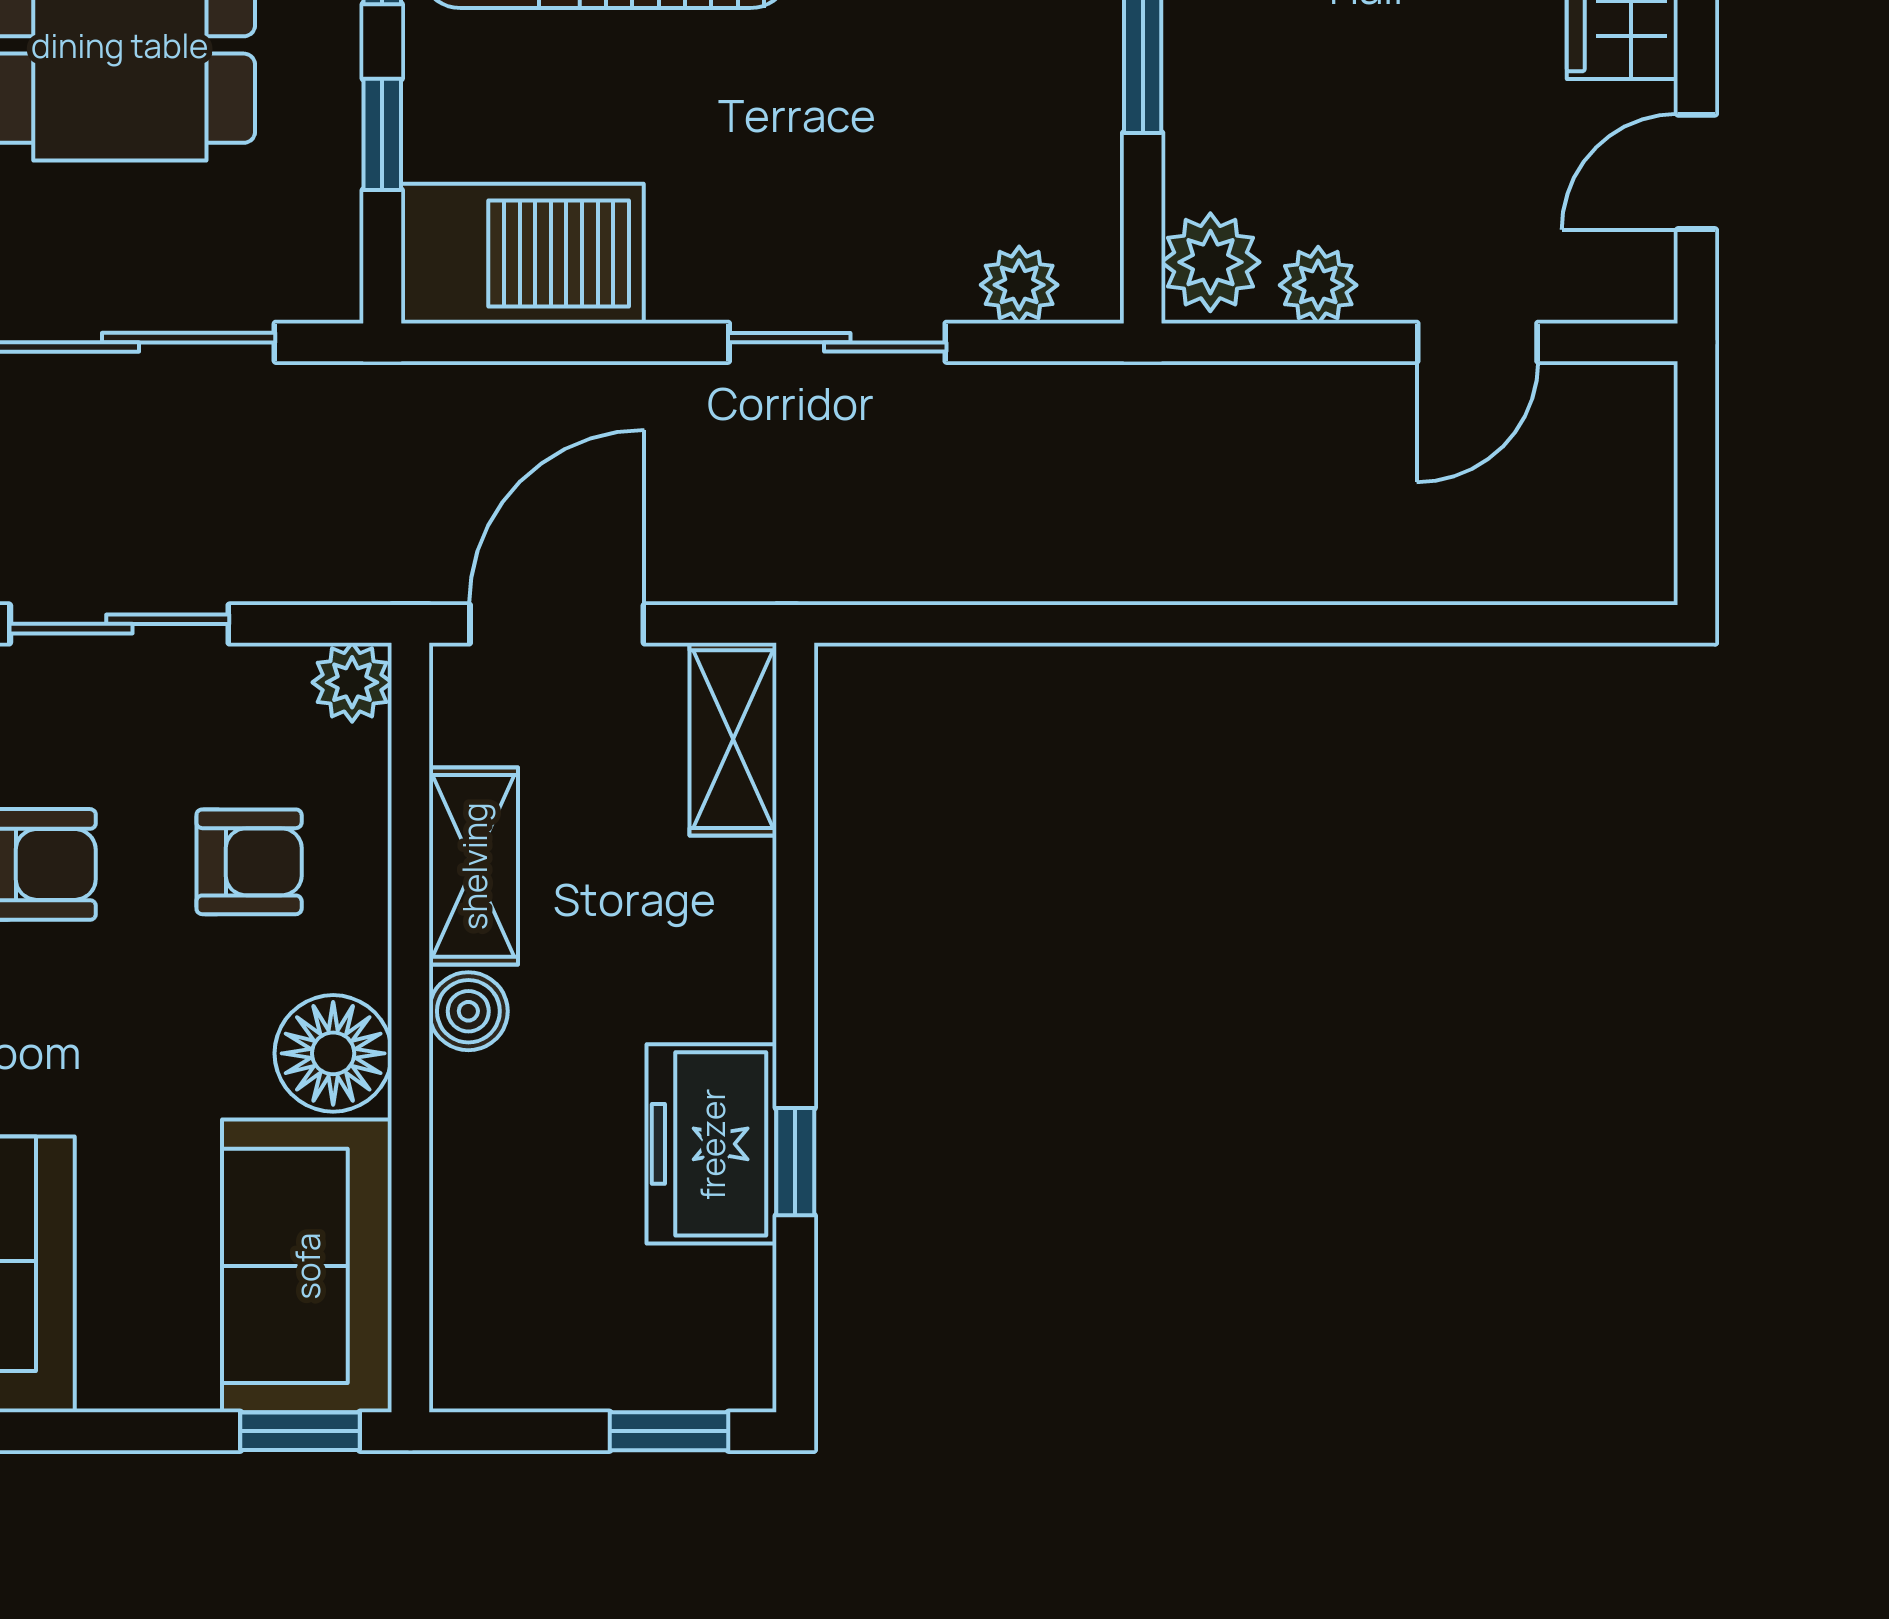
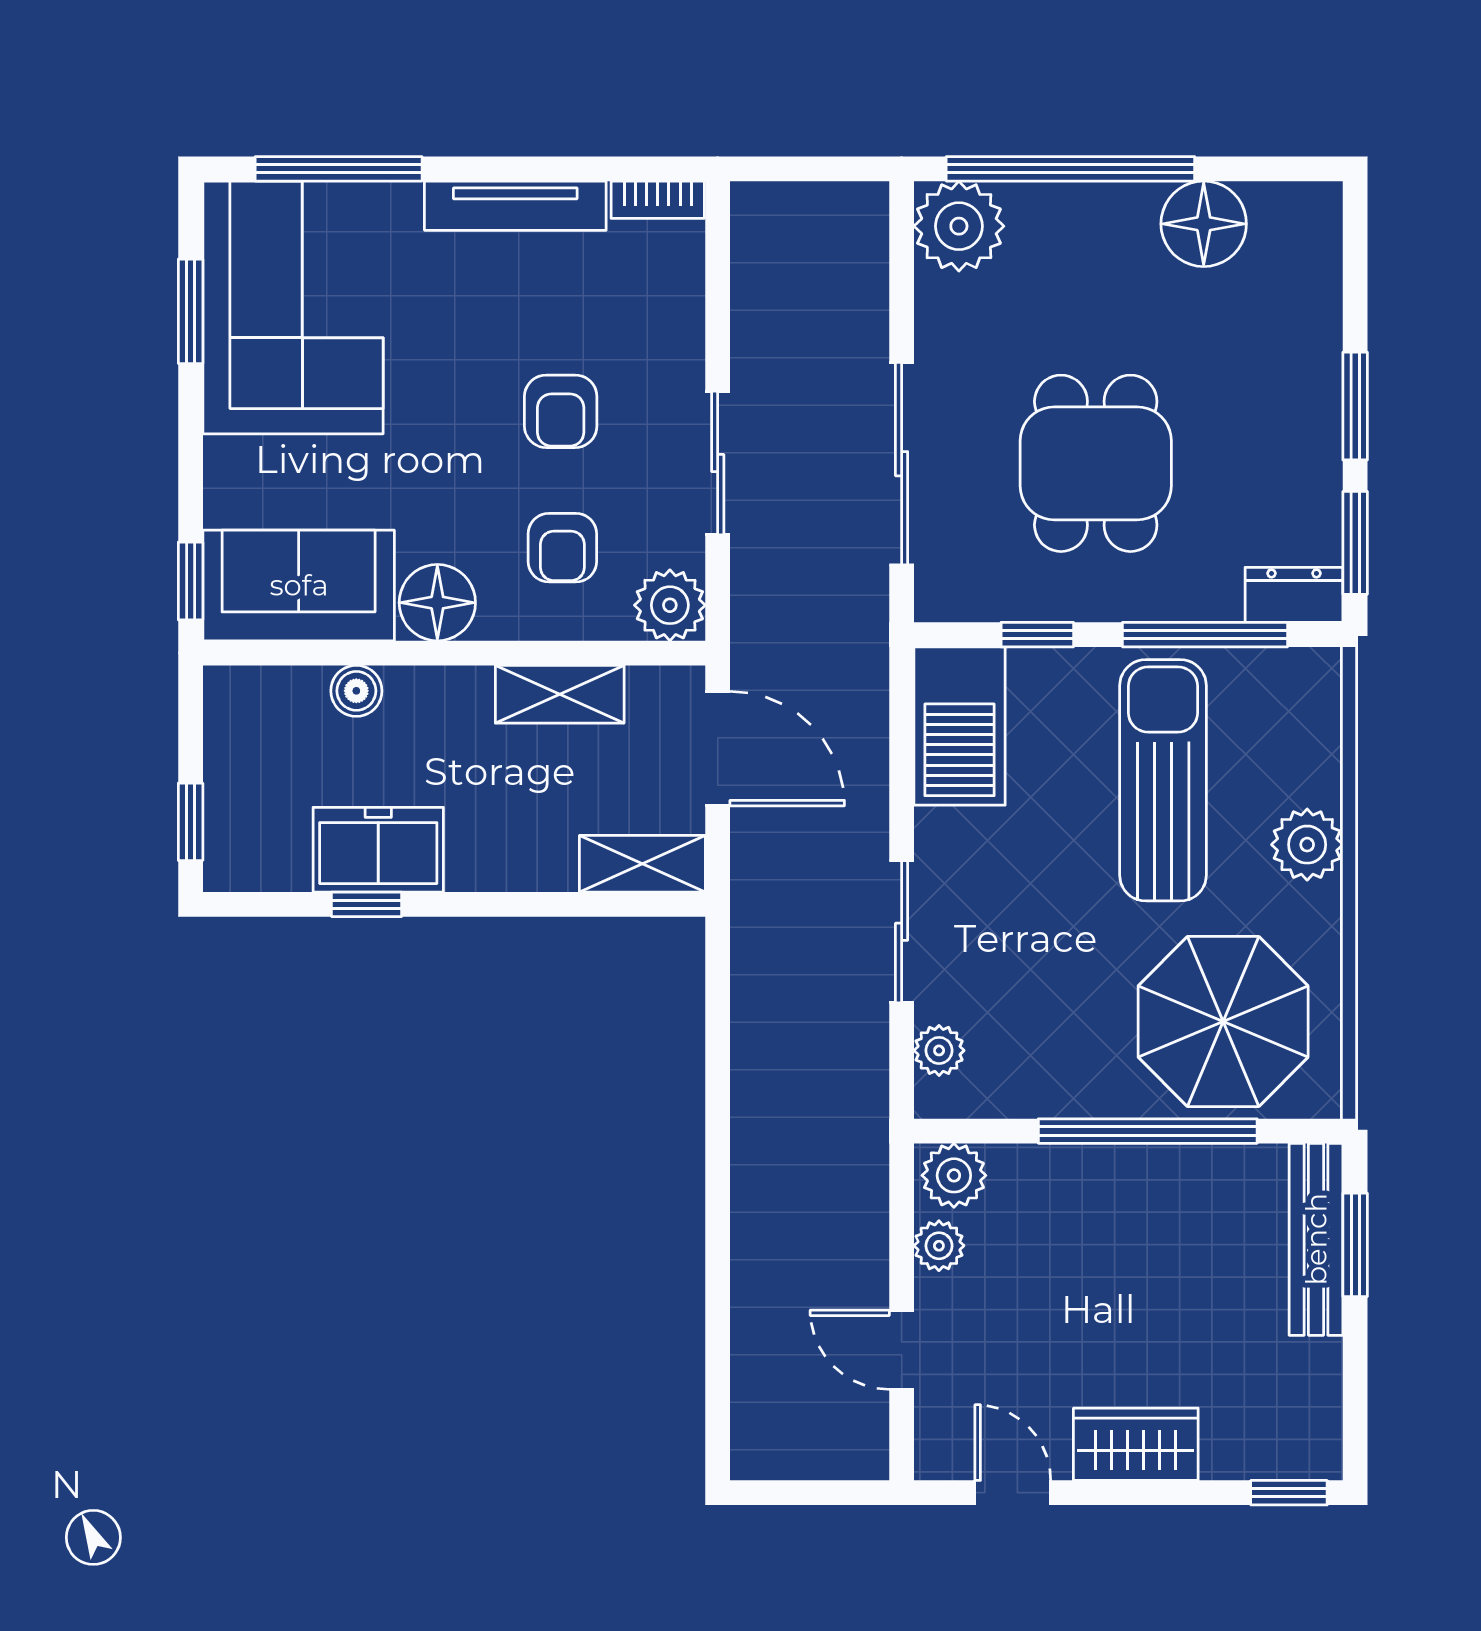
plant: (352, 682) -> (670, 605), width x1.38, depth x1.38
boiler: (468, 1011) -> (356, 691), moved

